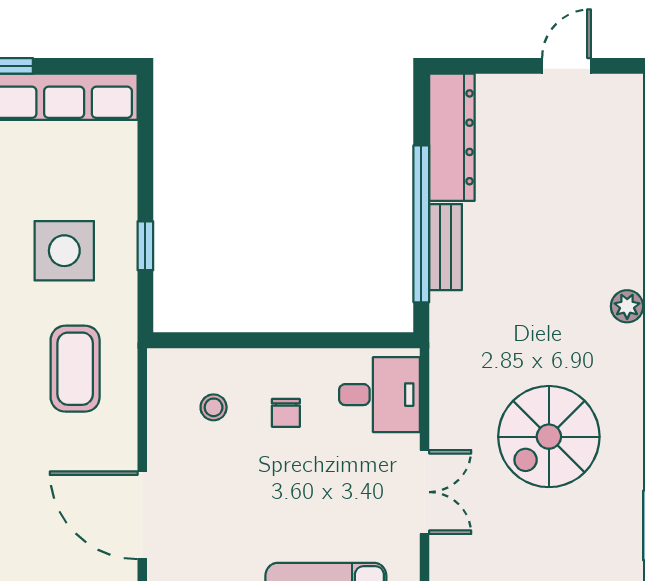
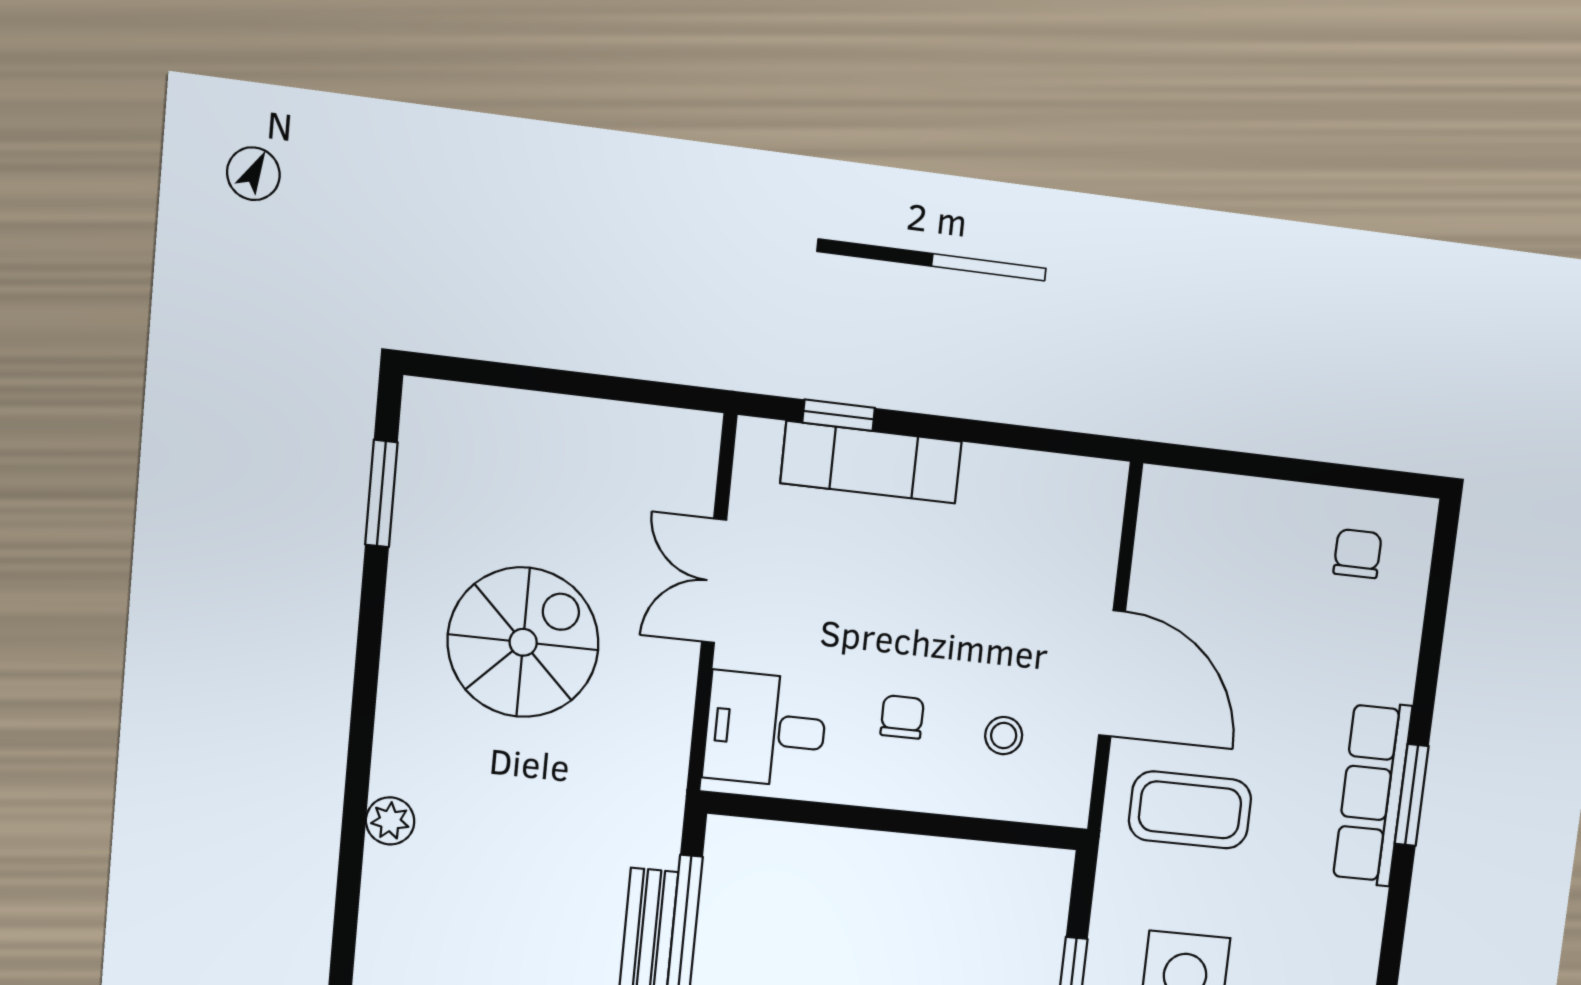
coffee table: (75, 369) -> (1190, 810), turned 90
door: (142, 515) -> (1112, 673), moved

